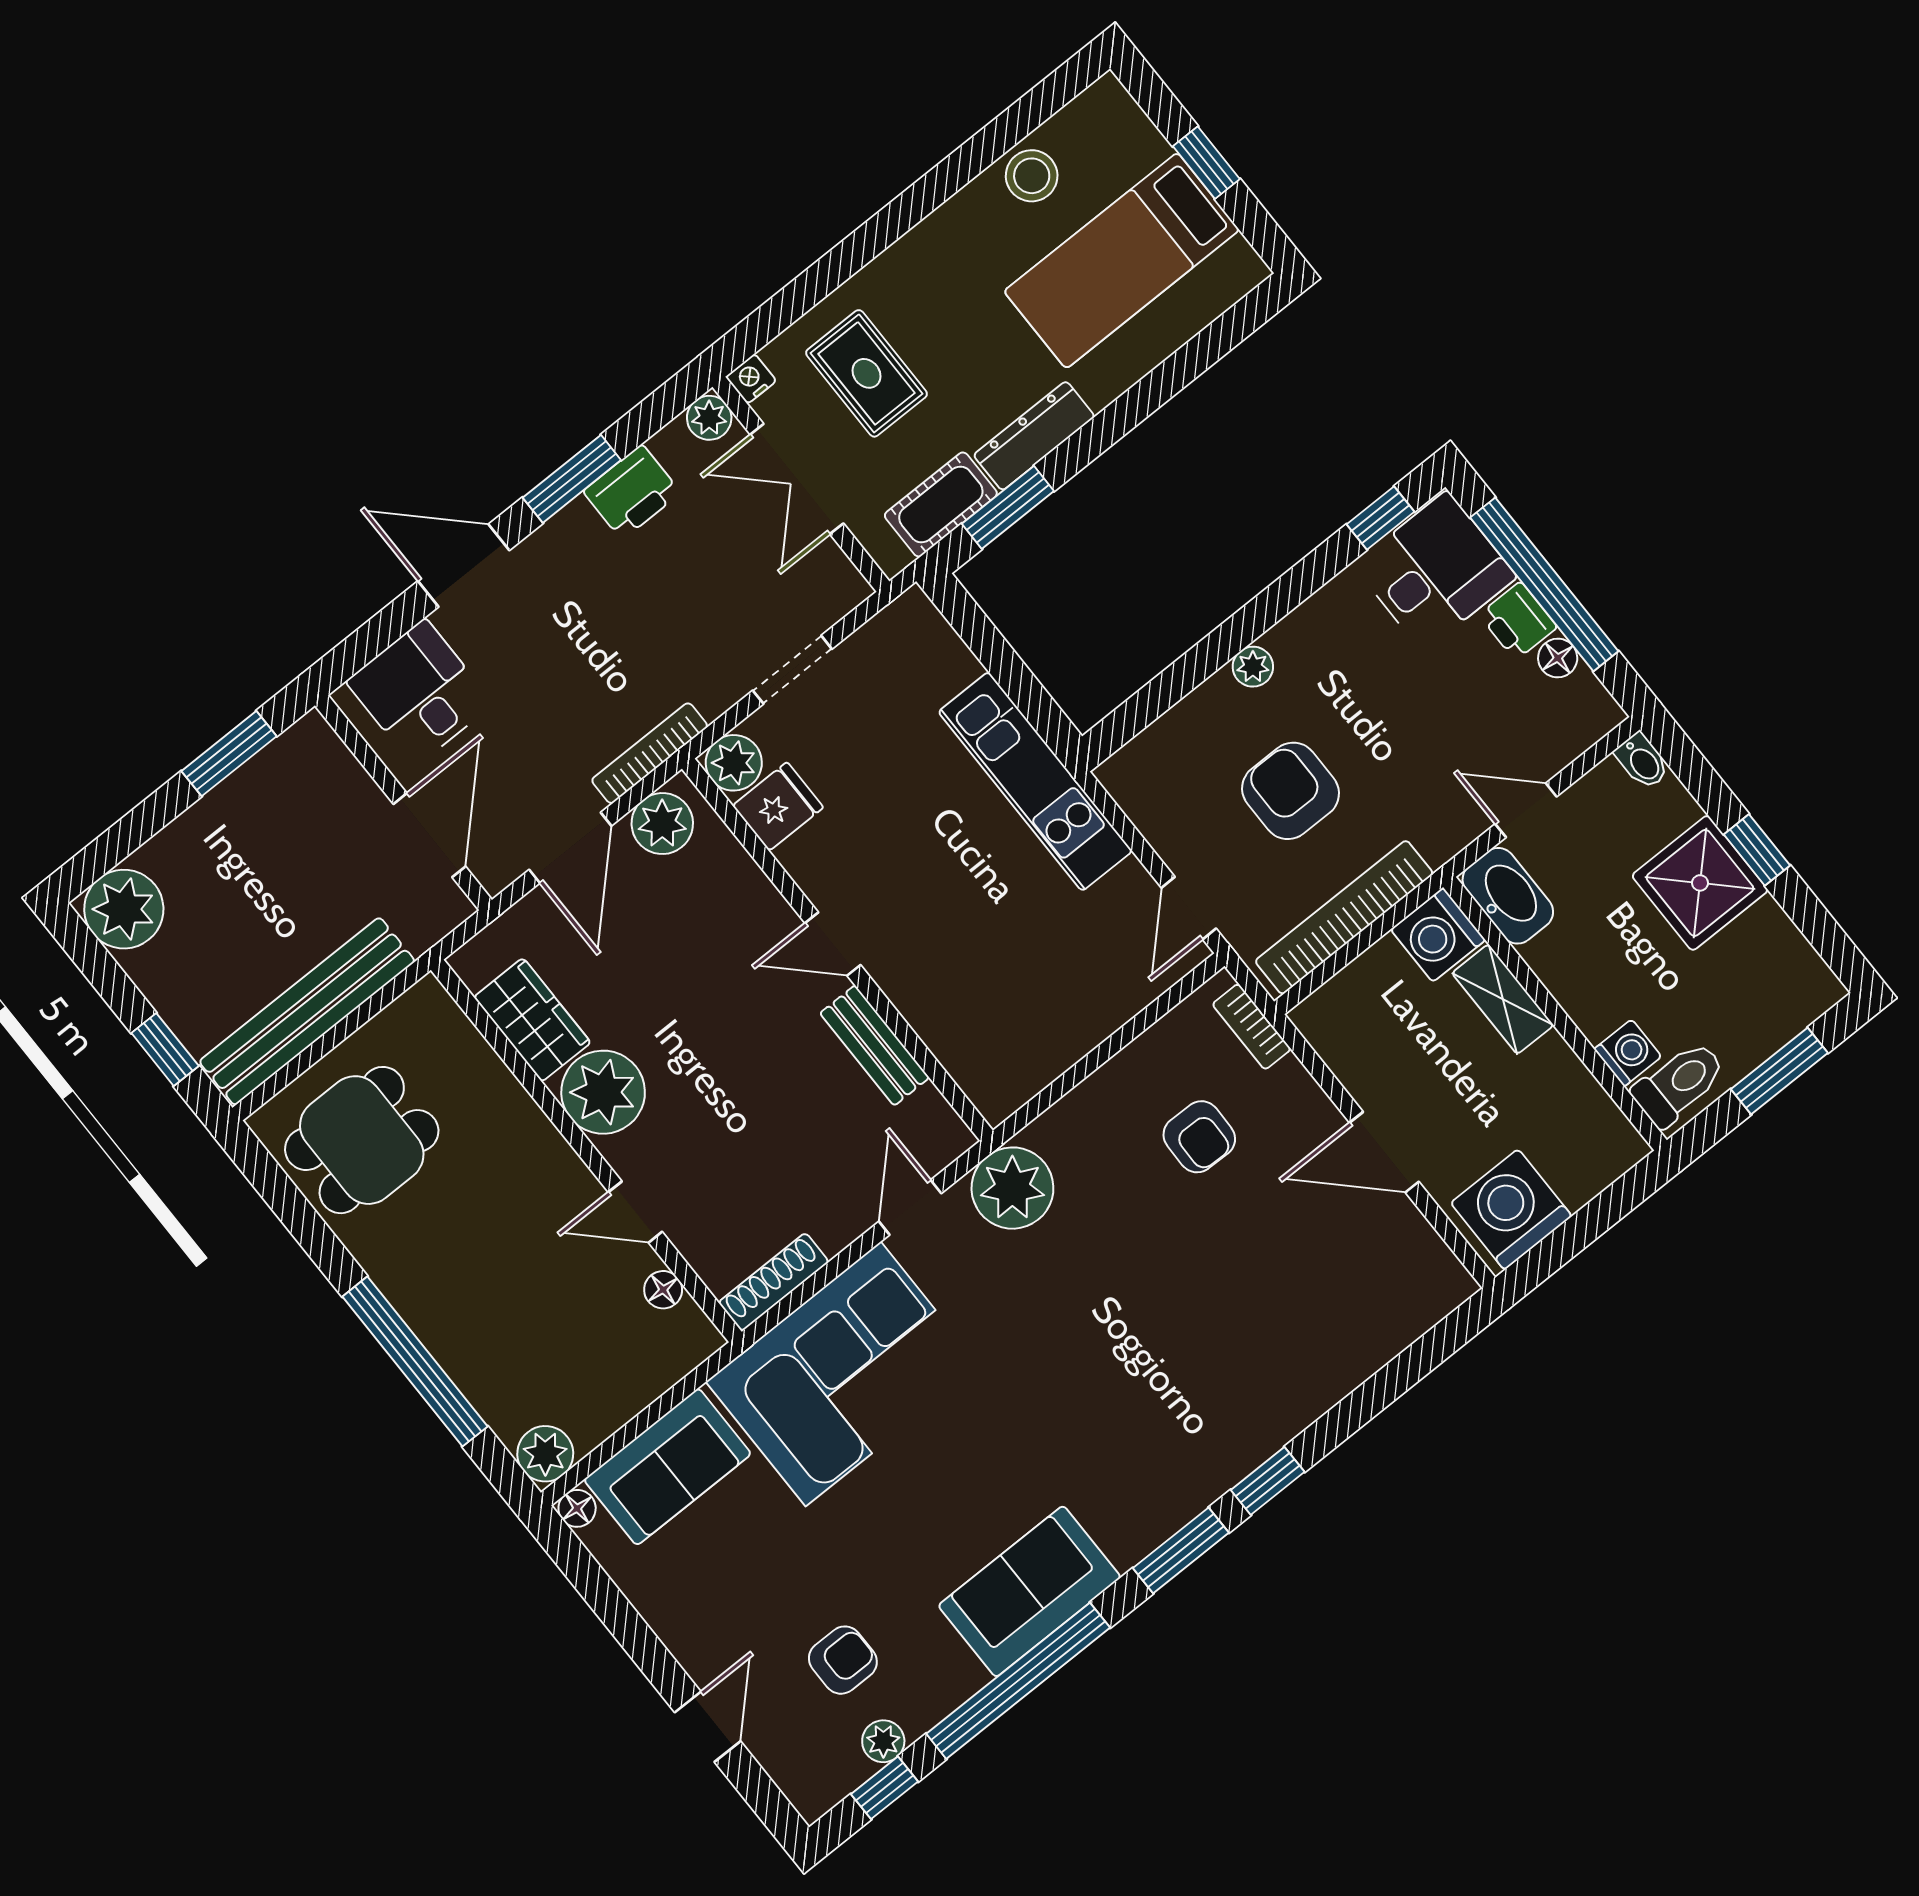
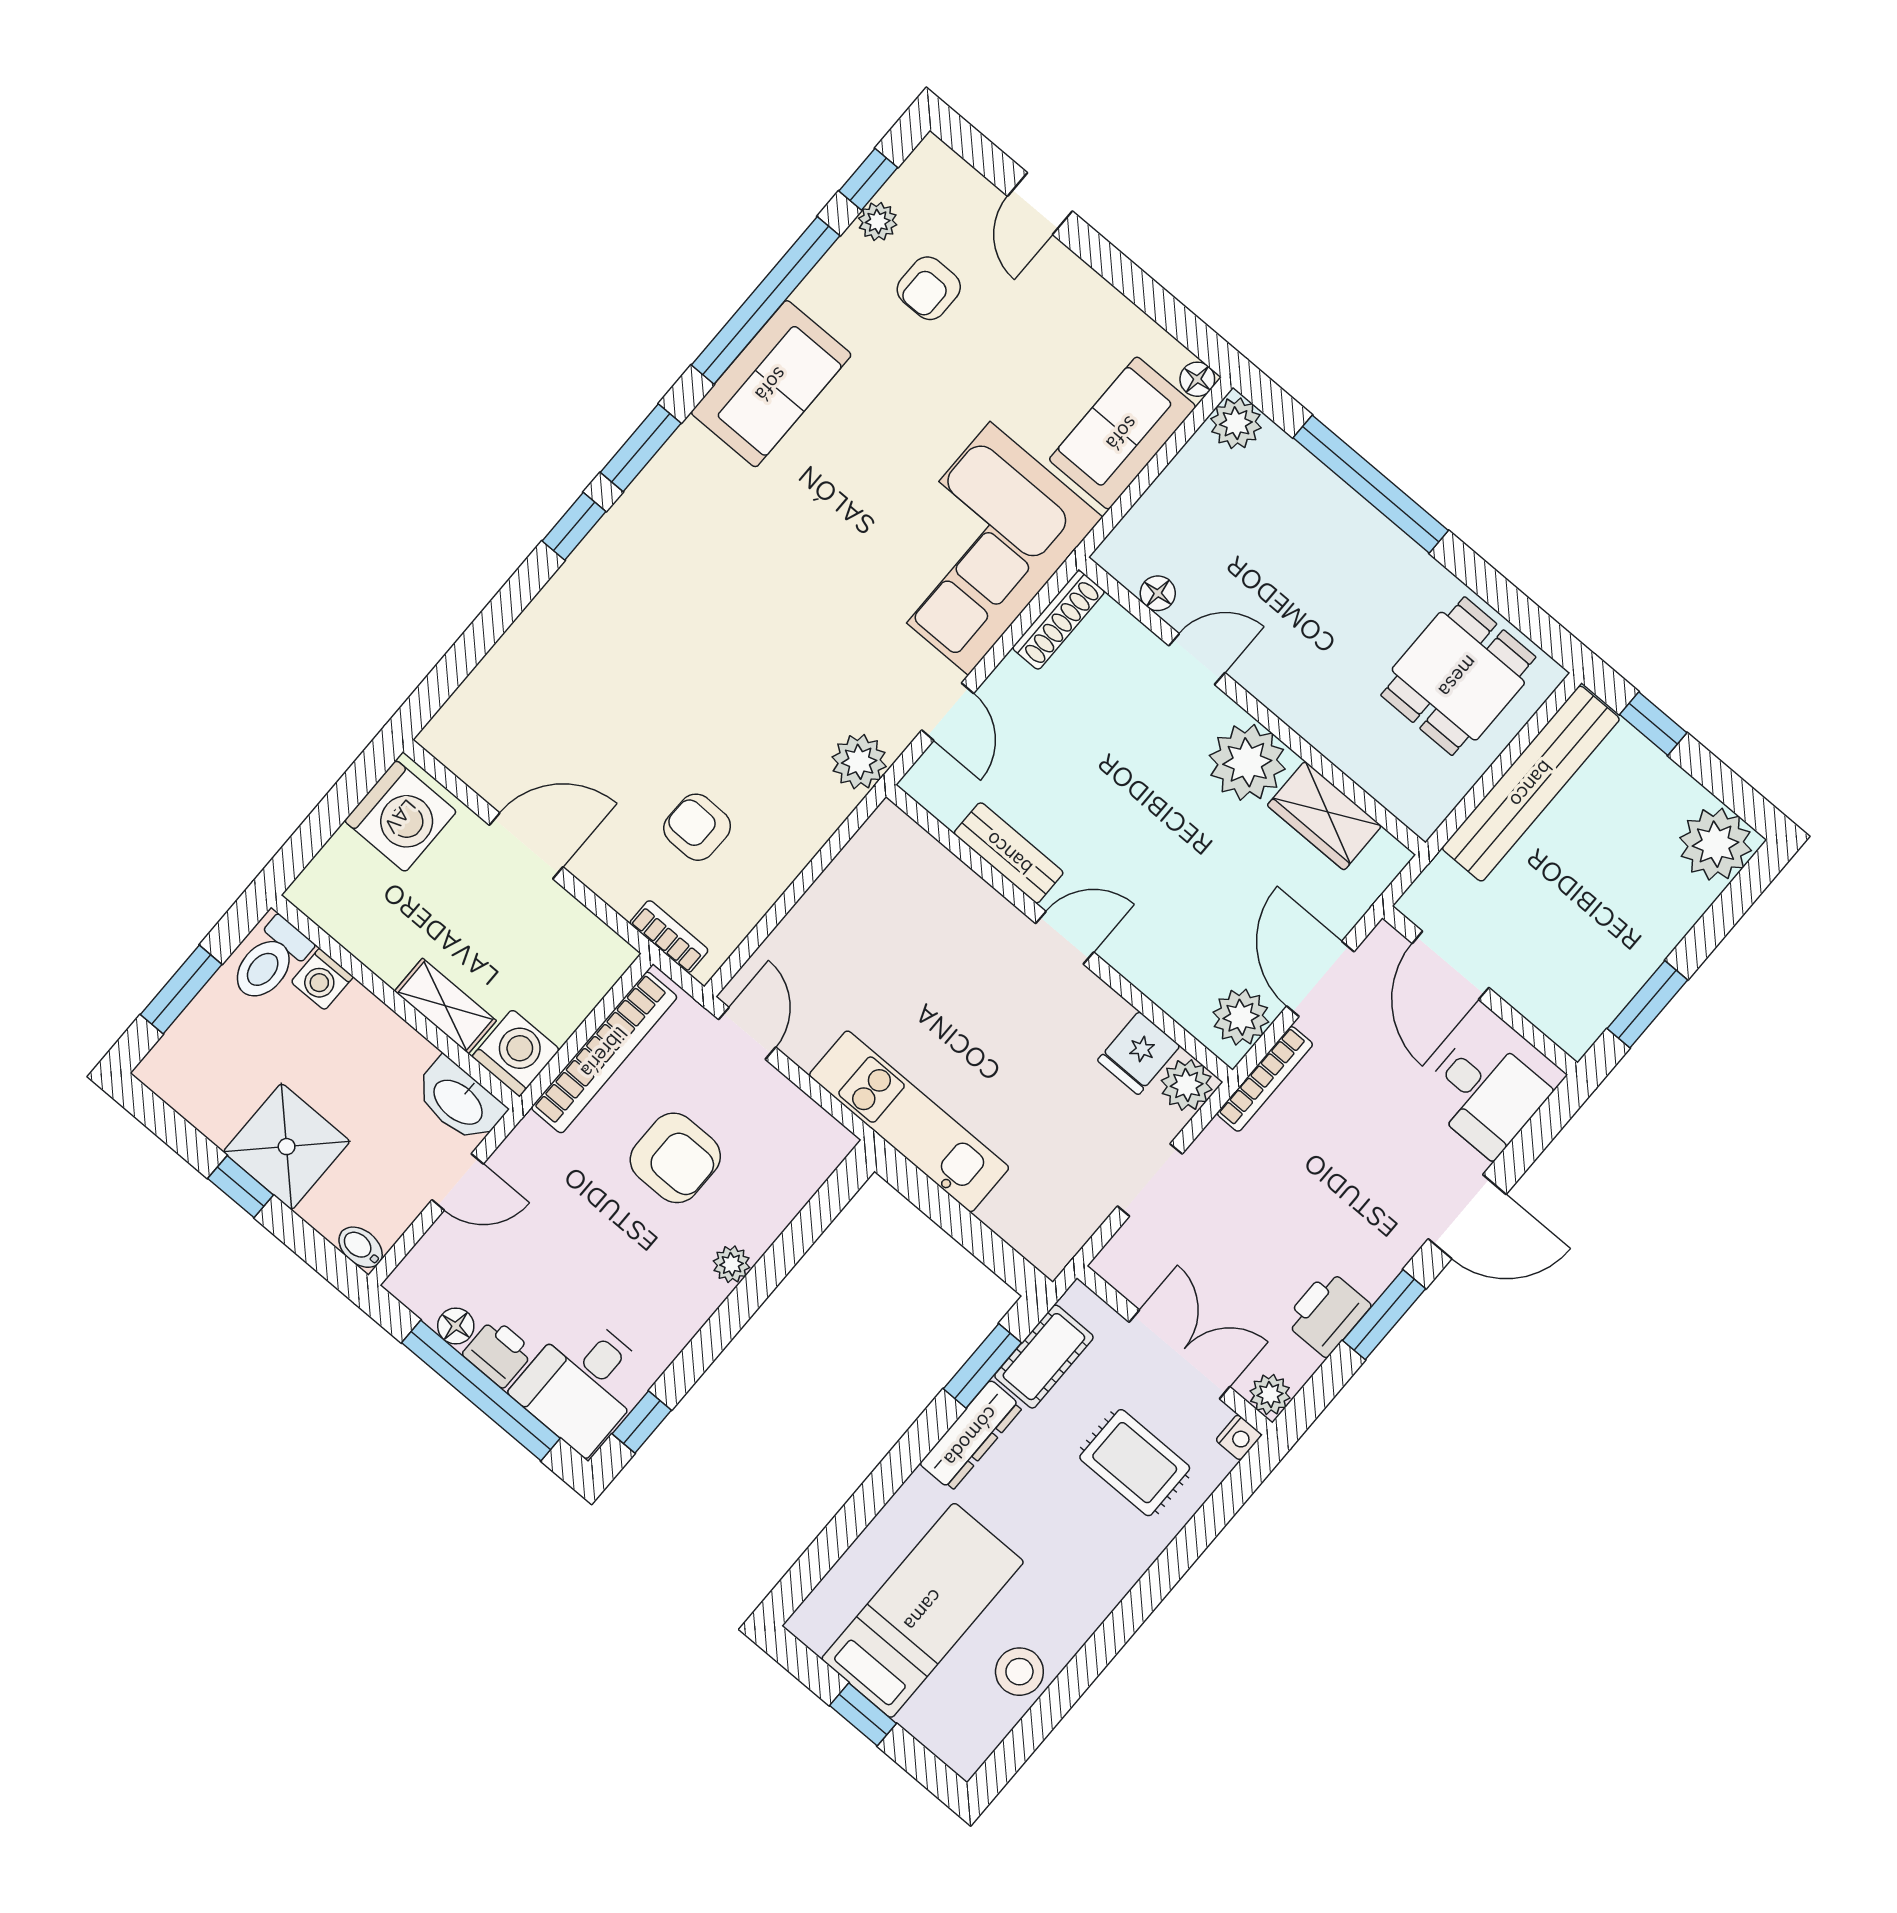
plant: (1012, 1188) -> (859, 762), width x0.73, depth x0.73

